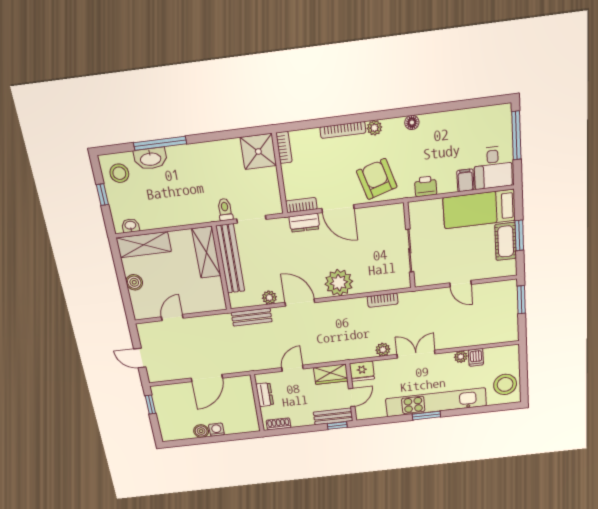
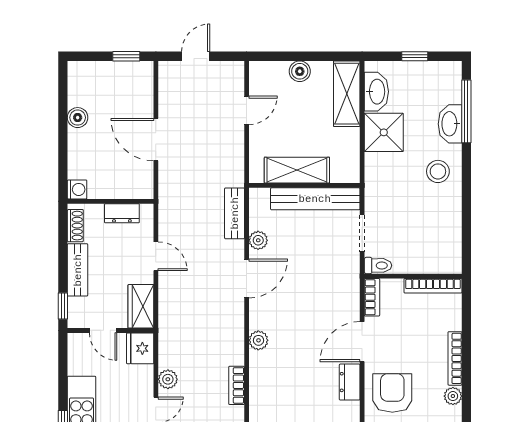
window: (160, 143) -> (466, 111), moved
bookcase: (284, 147) -> (433, 286), width x1.56
shower: (258, 151) -> (384, 132), moved
stool: (119, 173) -> (438, 171), moved
armchair: (377, 179) -> (392, 393), turned -73
toilet: (225, 210) -> (378, 265), moved
dresser: (304, 223) -> (350, 382), moved
washbasin: (130, 226) -> (376, 92), width x1.91, depth x1.45
shelving: (206, 252) -> (297, 170), moved
plant: (339, 283) -> (258, 340), width x0.53, depth x0.53
door: (172, 318) -> (247, 110), hinge flipped
bench: (333, 416) -> (78, 270), moved
washing machine: (216, 430) -> (77, 189), moved

